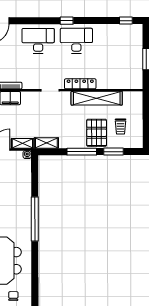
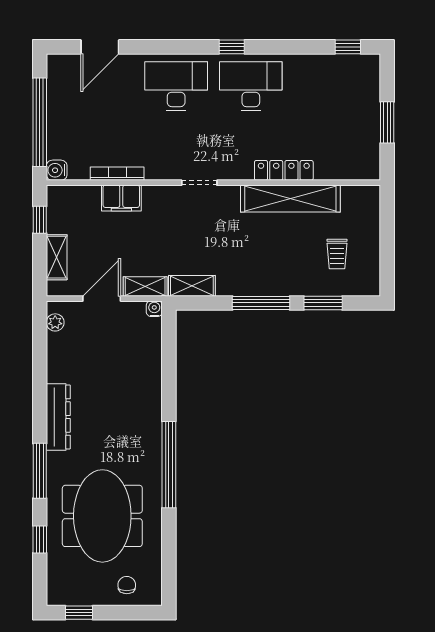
locker: (80, 84) -> (284, 170), moved
pallet: (97, 133) -> (290, 266), removed
window: (35, 219) -> (169, 465), moved

